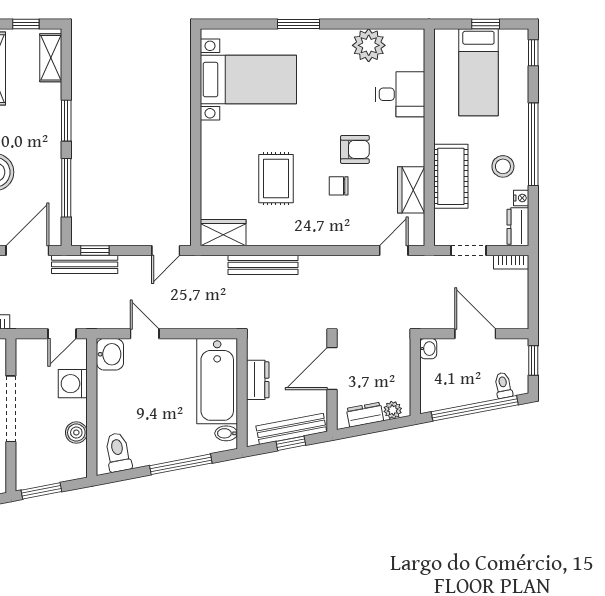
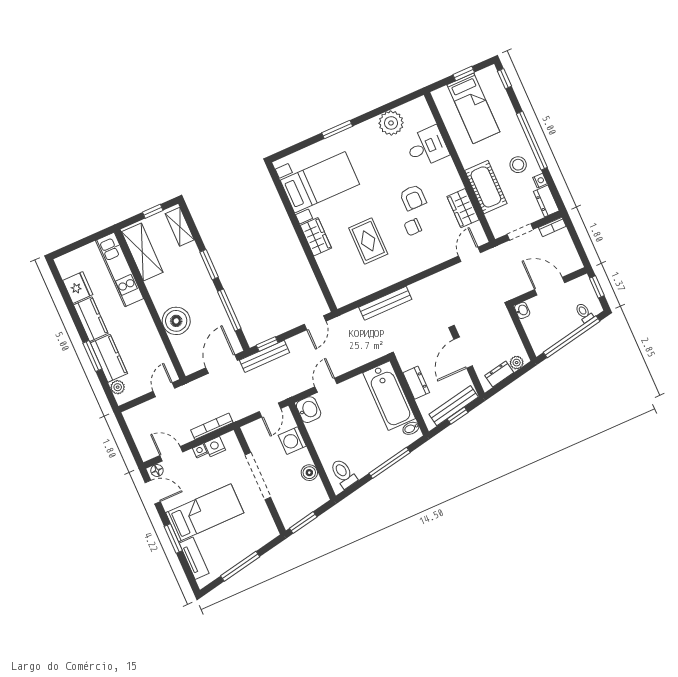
armchair: (355, 149) -> (413, 198), turned 90
wardrobe: (223, 233) -> (316, 237), moved, turned 90
door: (145, 334) -> (326, 385), hinge flipped

